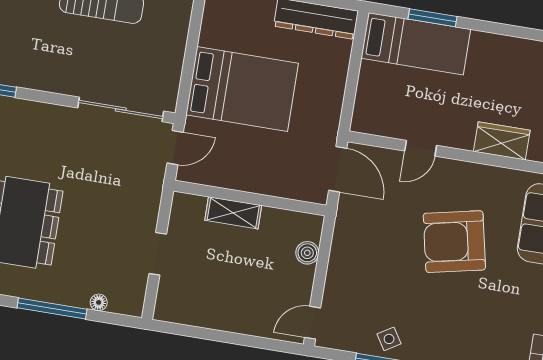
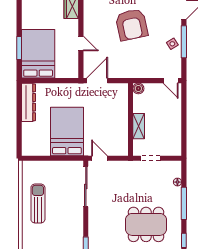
bed: (416, 44) -> (38, 54), width x1.50
wall: (250, 198) -> (131, 119), moved
shelving: (233, 213) -> (139, 126), moved
armchair: (454, 242) -> (132, 25), moved

